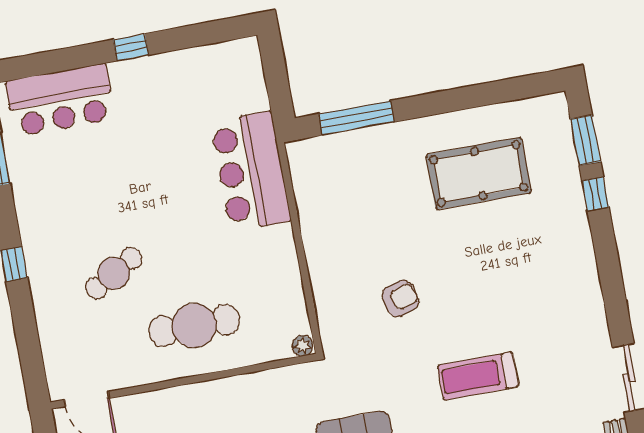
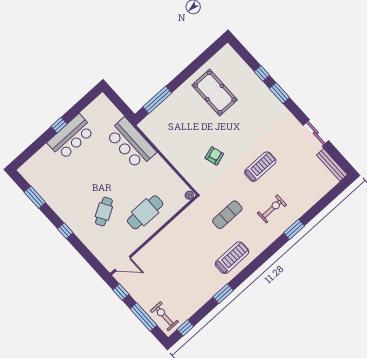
bar counter: (61, 100) -> (71, 137), moved
window: (586, 140) -> (279, 93), moved
pool table: (479, 174) -> (215, 93), turned 90
treadmill: (478, 376) -> (260, 167), turned 180

